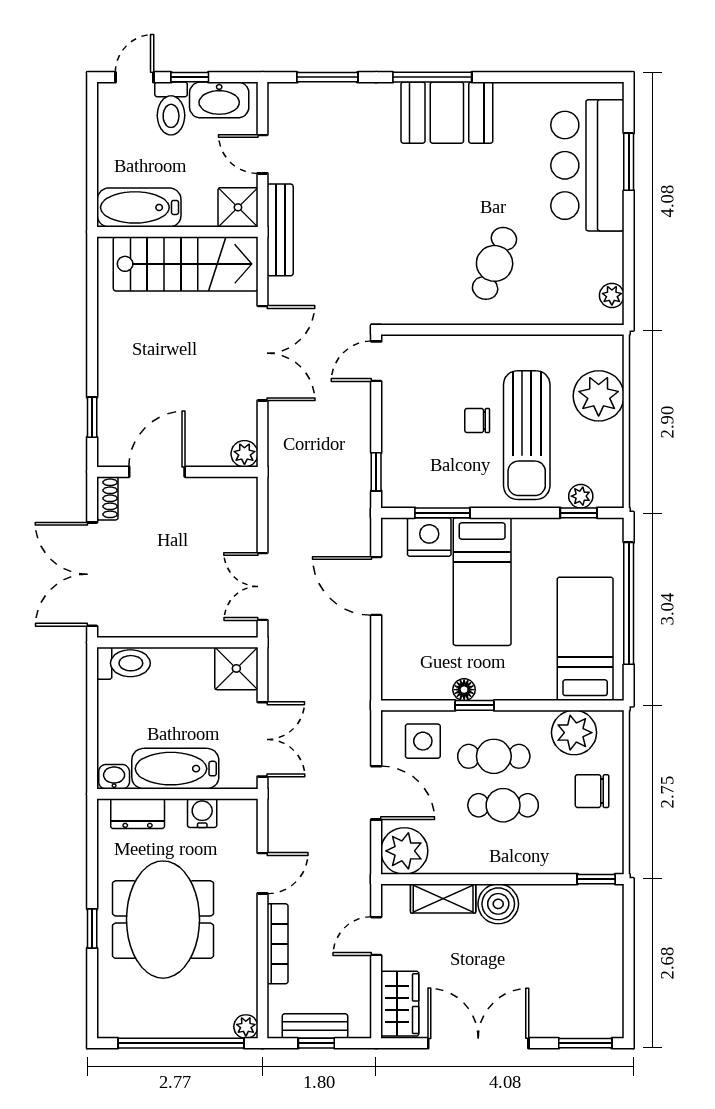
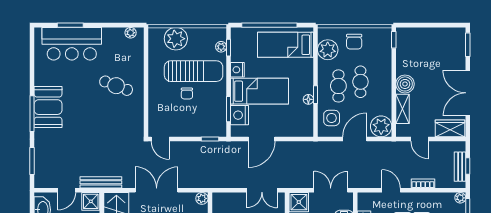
nightstand: (530, 533) -> (237, 70), added
bookcase: (278, 944) -> (423, 184), width x0.64

